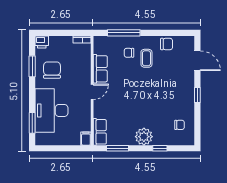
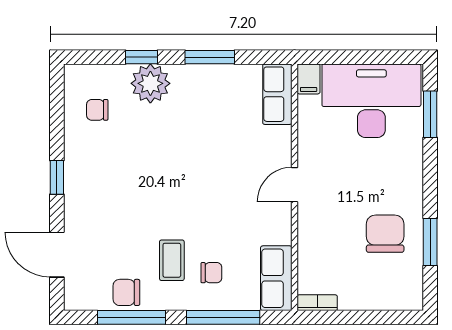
window: (164, 33) -> (131, 317), added
printer: (42, 42) -> (408, 297), removed
row of seats: (100, 69) -> (276, 278), moved
chair: (52, 70) -> (385, 234), turned 180
desk: (51, 110) -> (371, 101), moved, turned -90
plant: (144, 137) -> (150, 83), moved
window: (118, 148) -> (210, 57), moved

